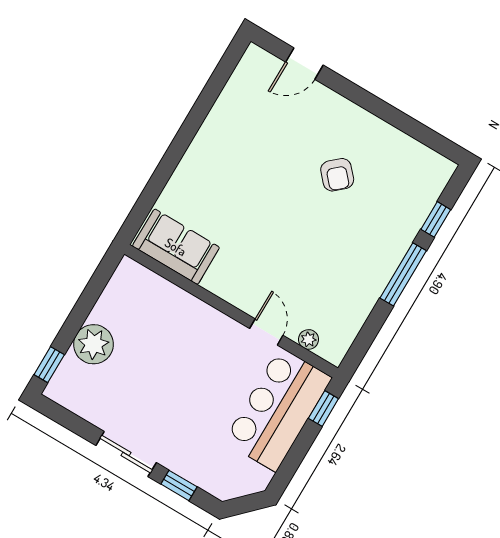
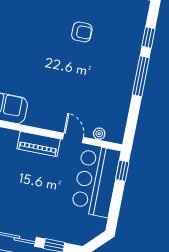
armchair: (337, 175) -> (82, 32), turned -48
piano: (210, 322) -> (39, 144), added

